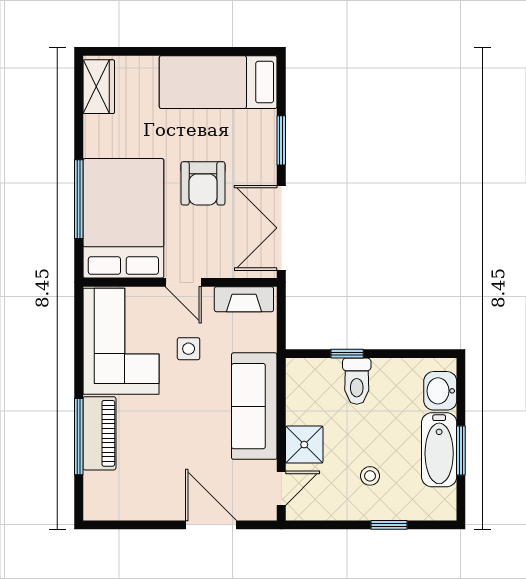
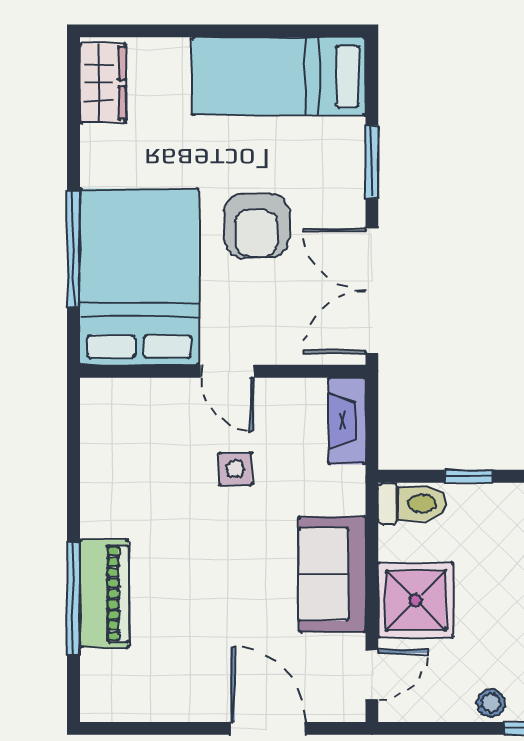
fireplace: (244, 299) -> (347, 421), moved, turned 90
corner sofa: (121, 341) -> (136, 458), removed
toilet: (357, 381) -> (412, 503), moved, turned -90
sofa: (254, 406) -> (332, 574), width x0.73
shower: (304, 445) -> (416, 600), width x1.36, depth x1.36
stool: (370, 476) -> (491, 703), moved

